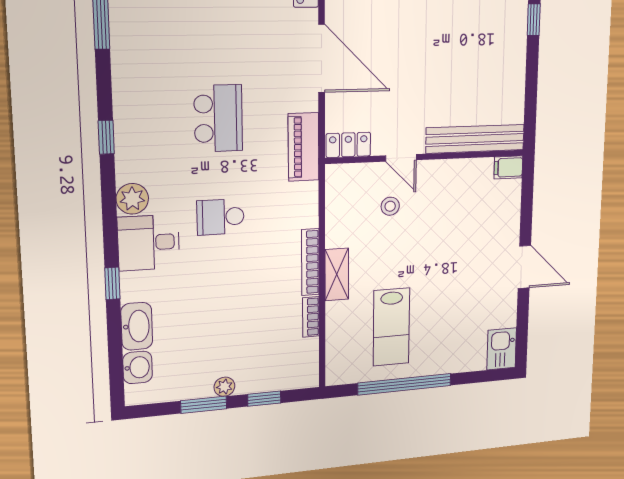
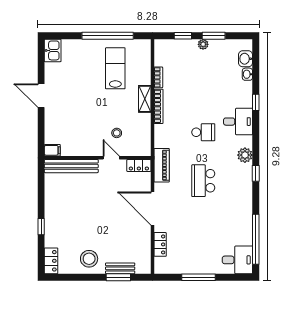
plant: (132, 199) -> (245, 155), moved
washbasin: (137, 326) -> (247, 74), width x0.52, depth x0.69

